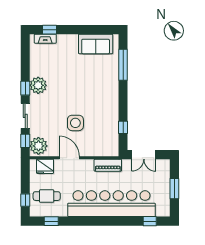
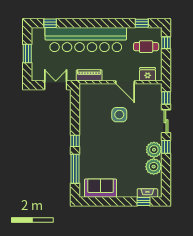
window: (123, 127) -> (75, 141), moved
plant: (38, 146) -> (154, 167), moved

